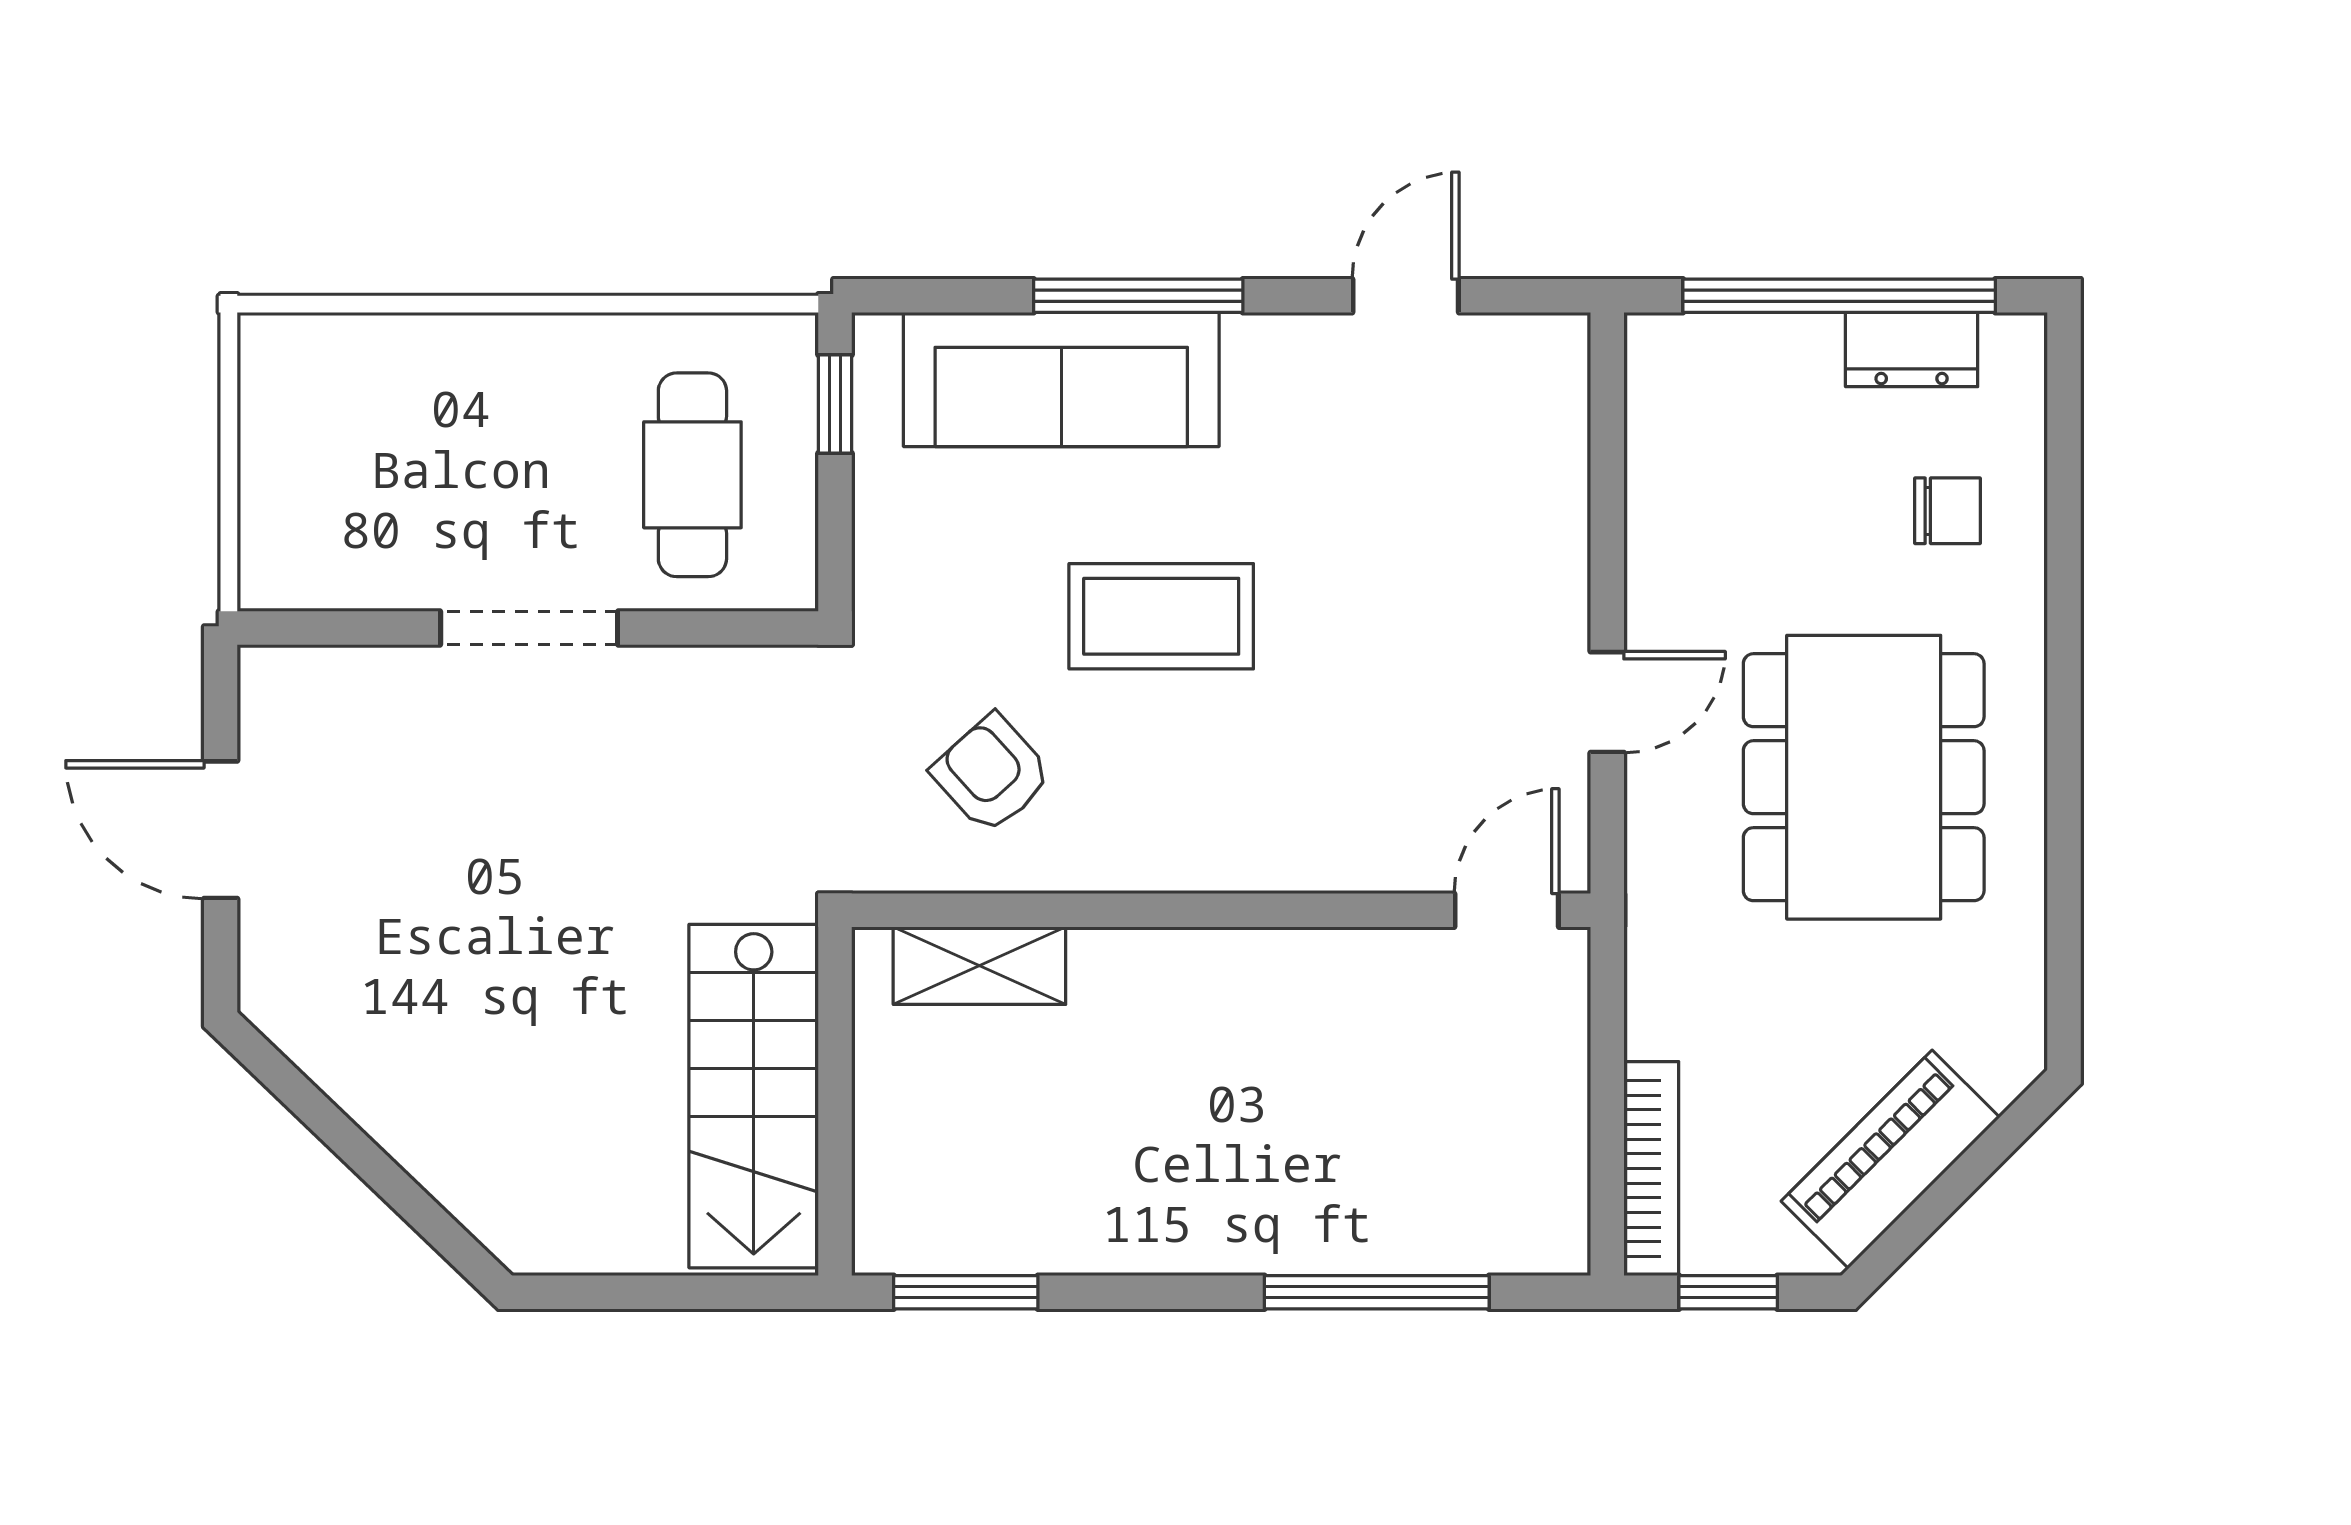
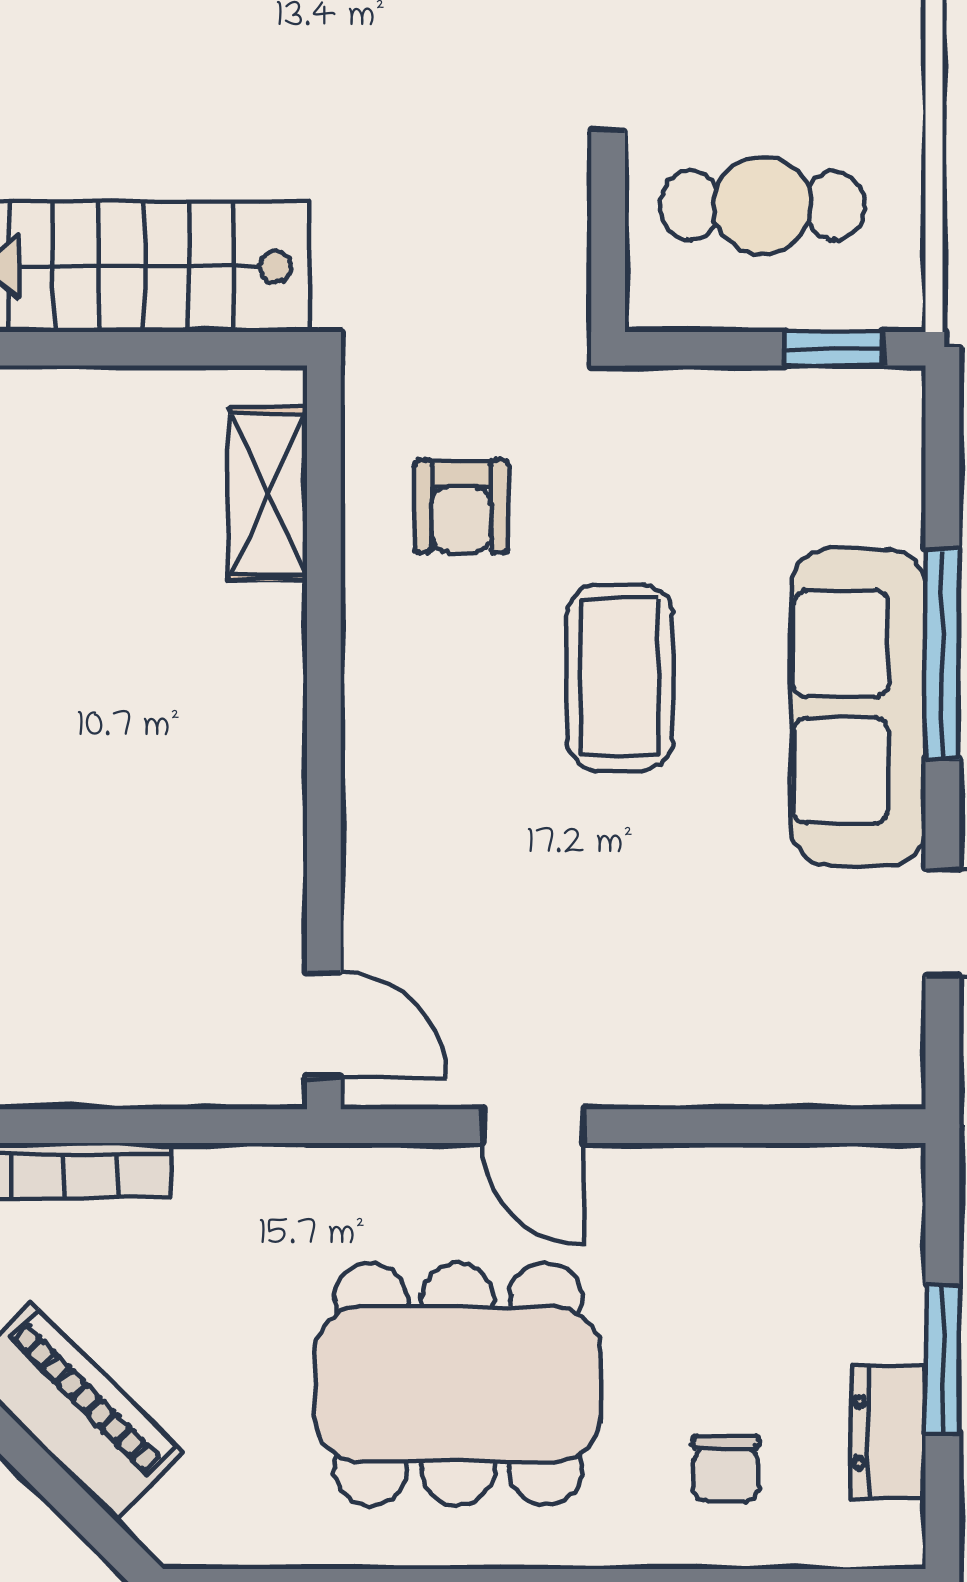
window: (1839, 296) -> (942, 1360), width x0.47
sofa: (1061, 379) -> (858, 707), moved
armchair: (992, 774) -> (461, 506), turned 132

